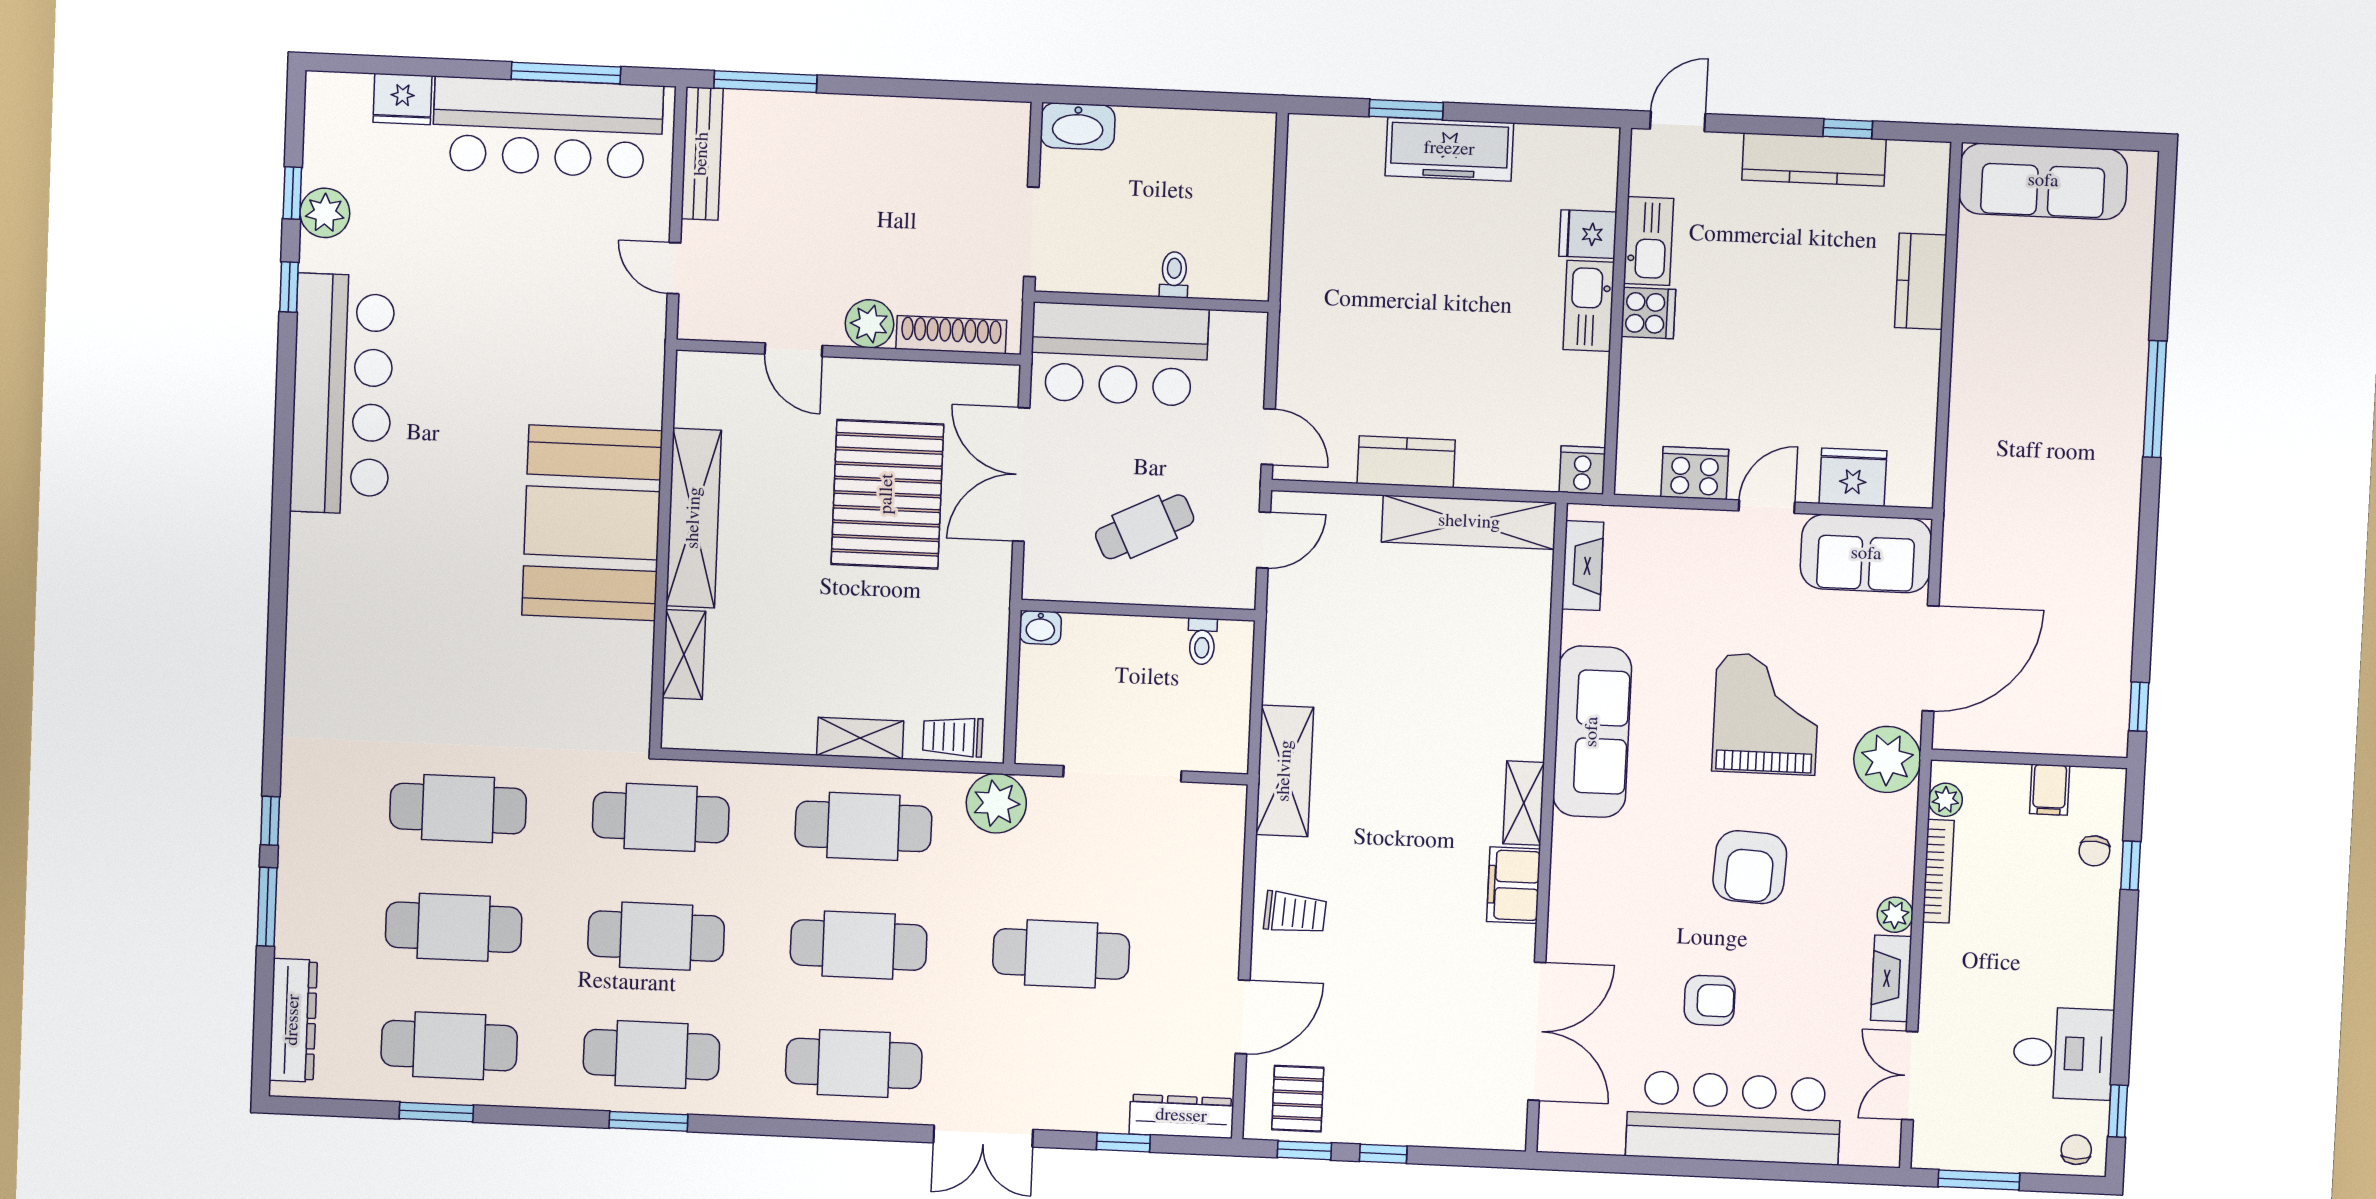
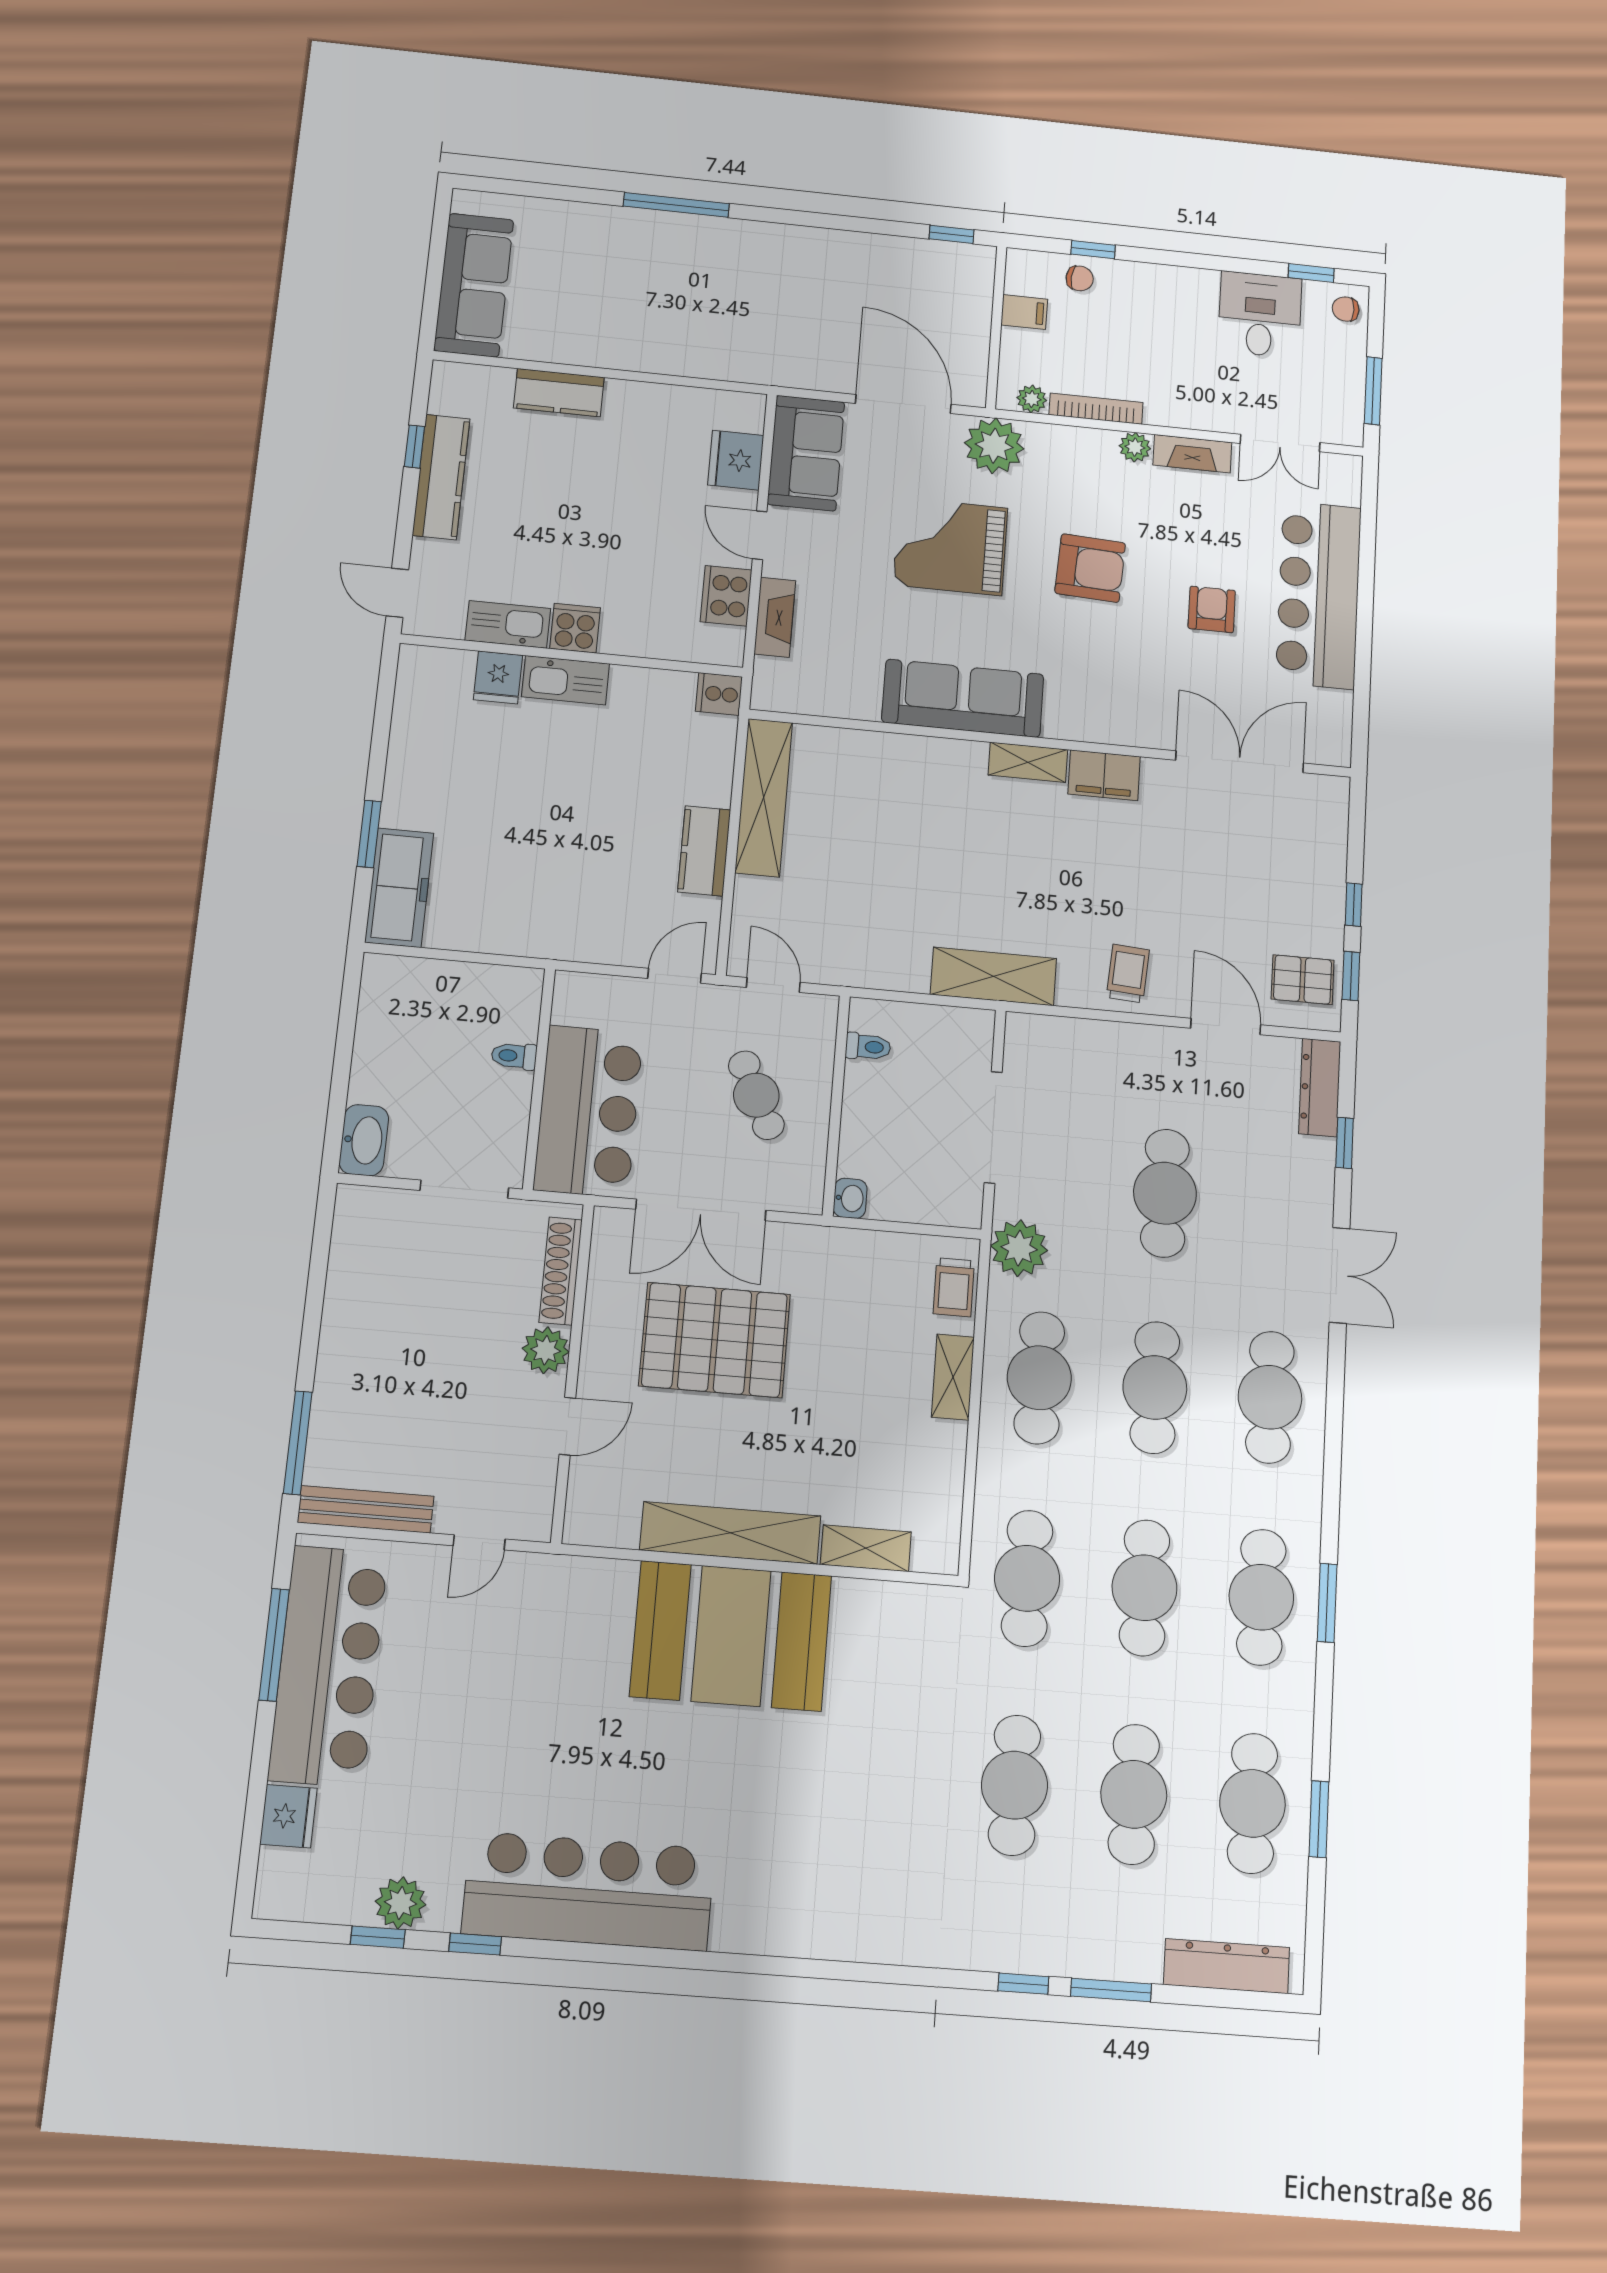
freezer: (1449, 149) -> (399, 888), moved
fireplace: (1583, 566) -> (775, 617), moved, turned 90

